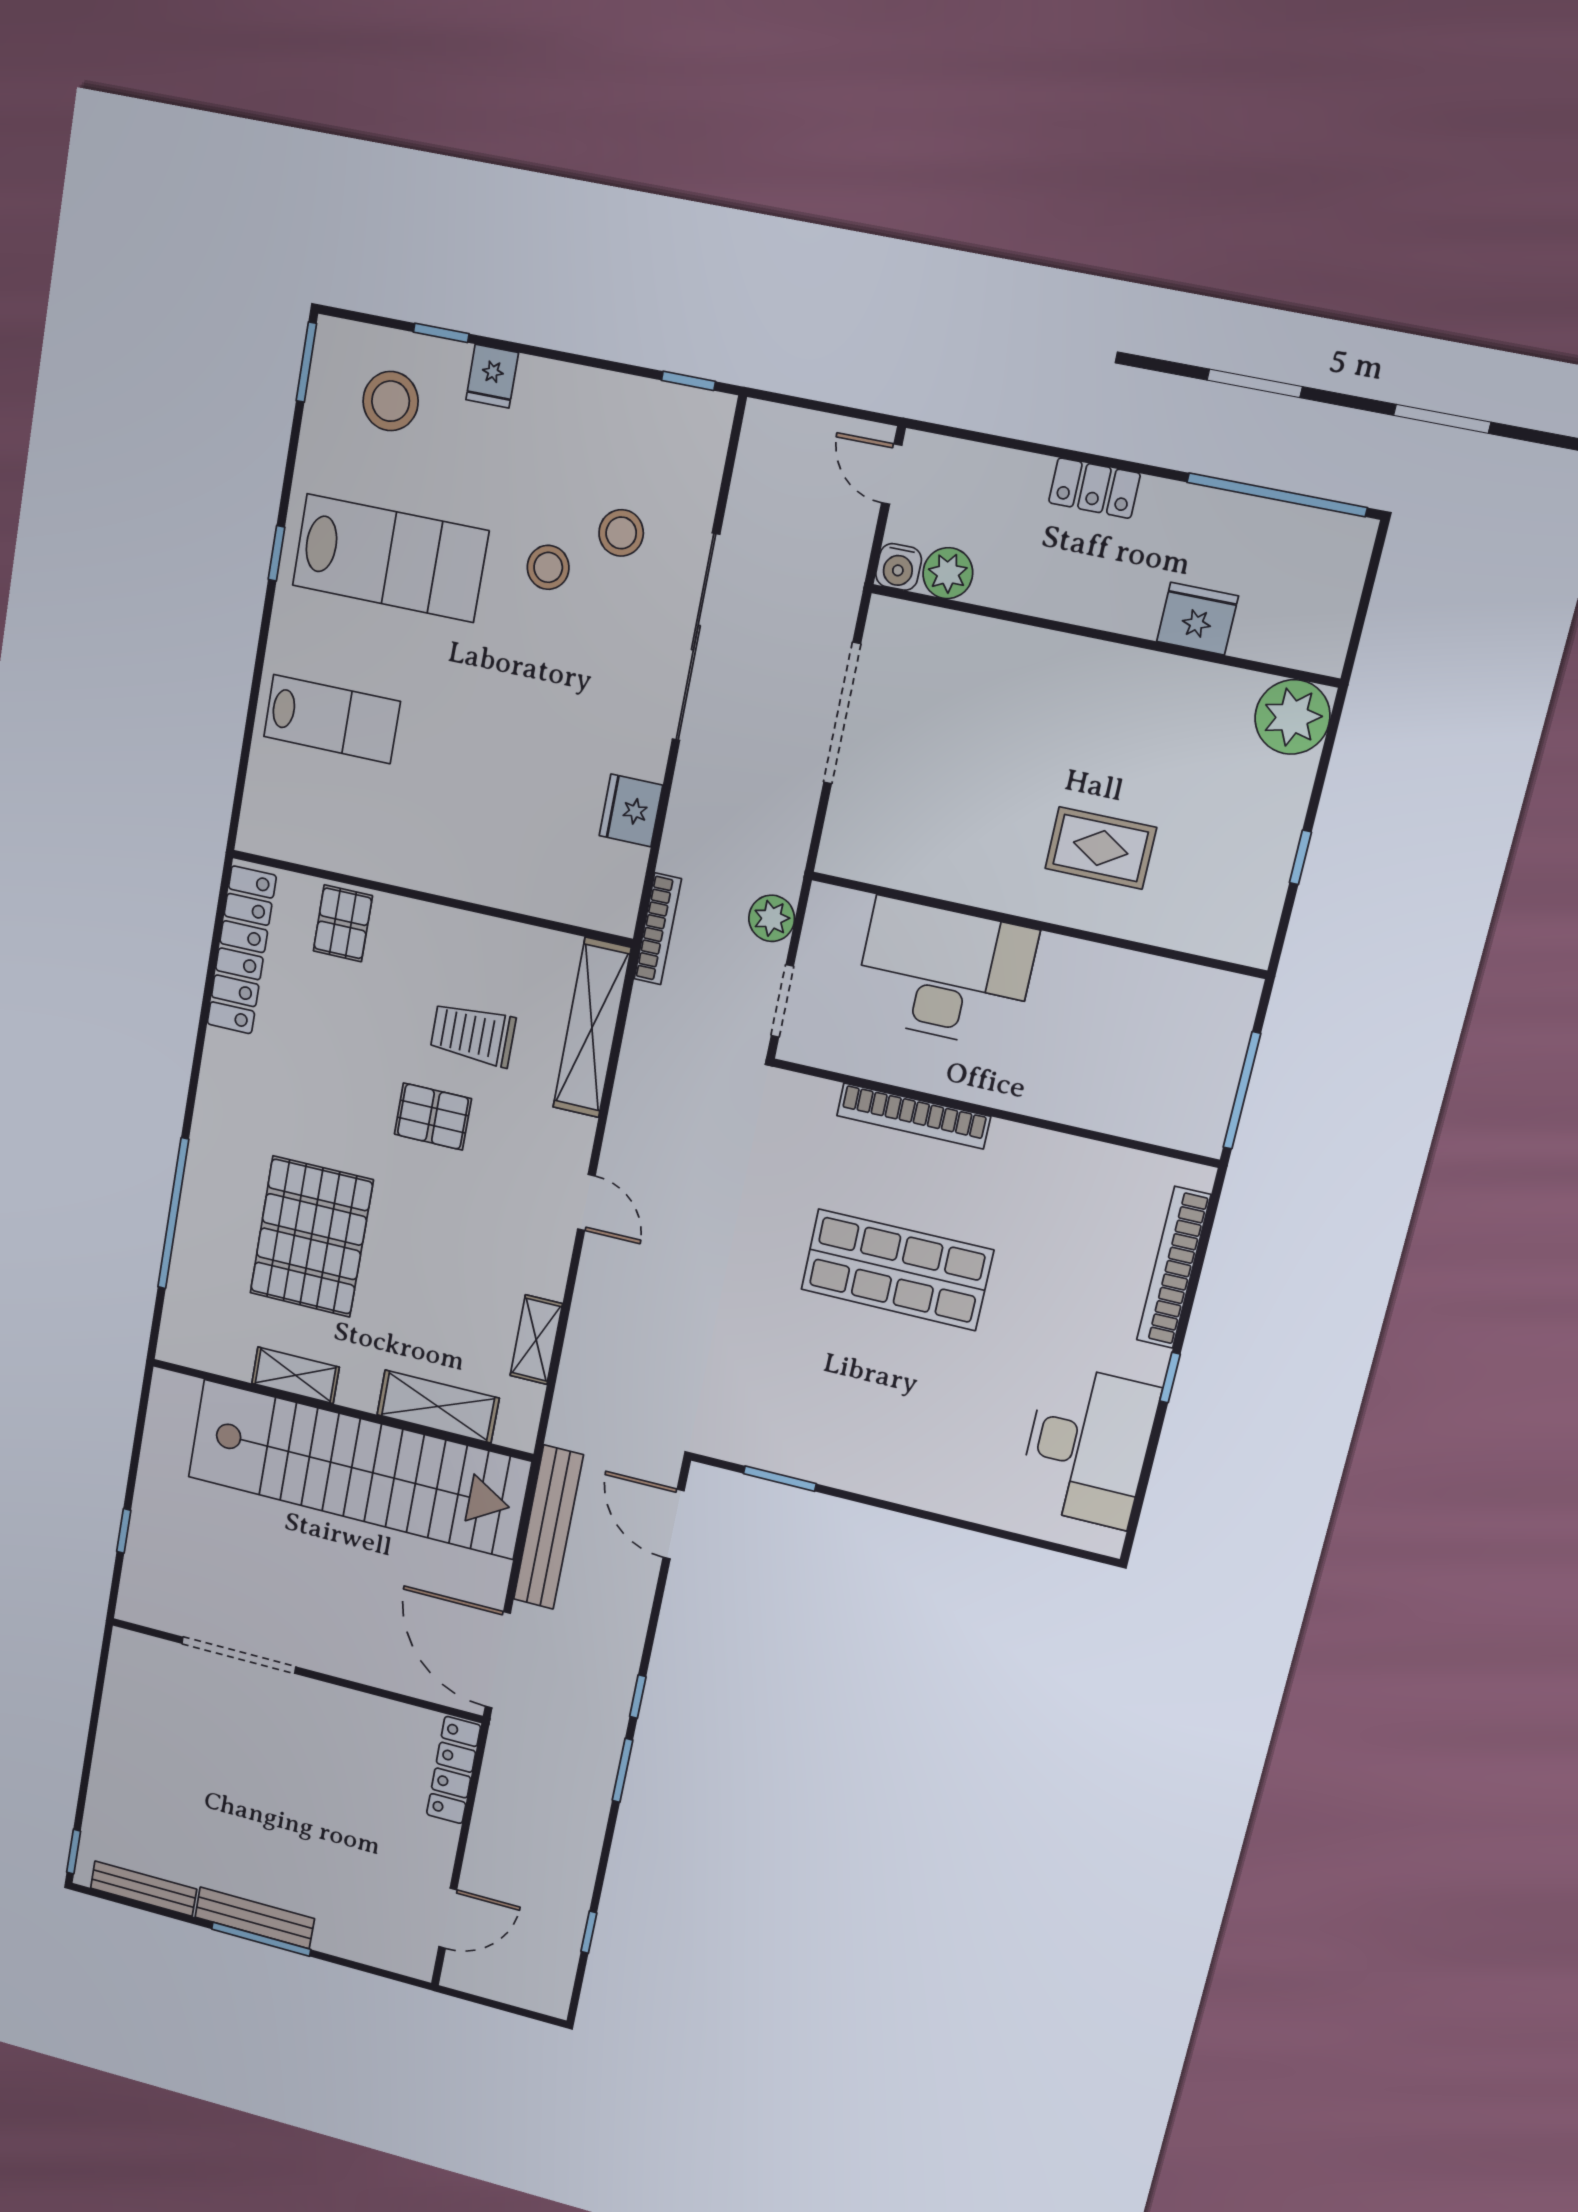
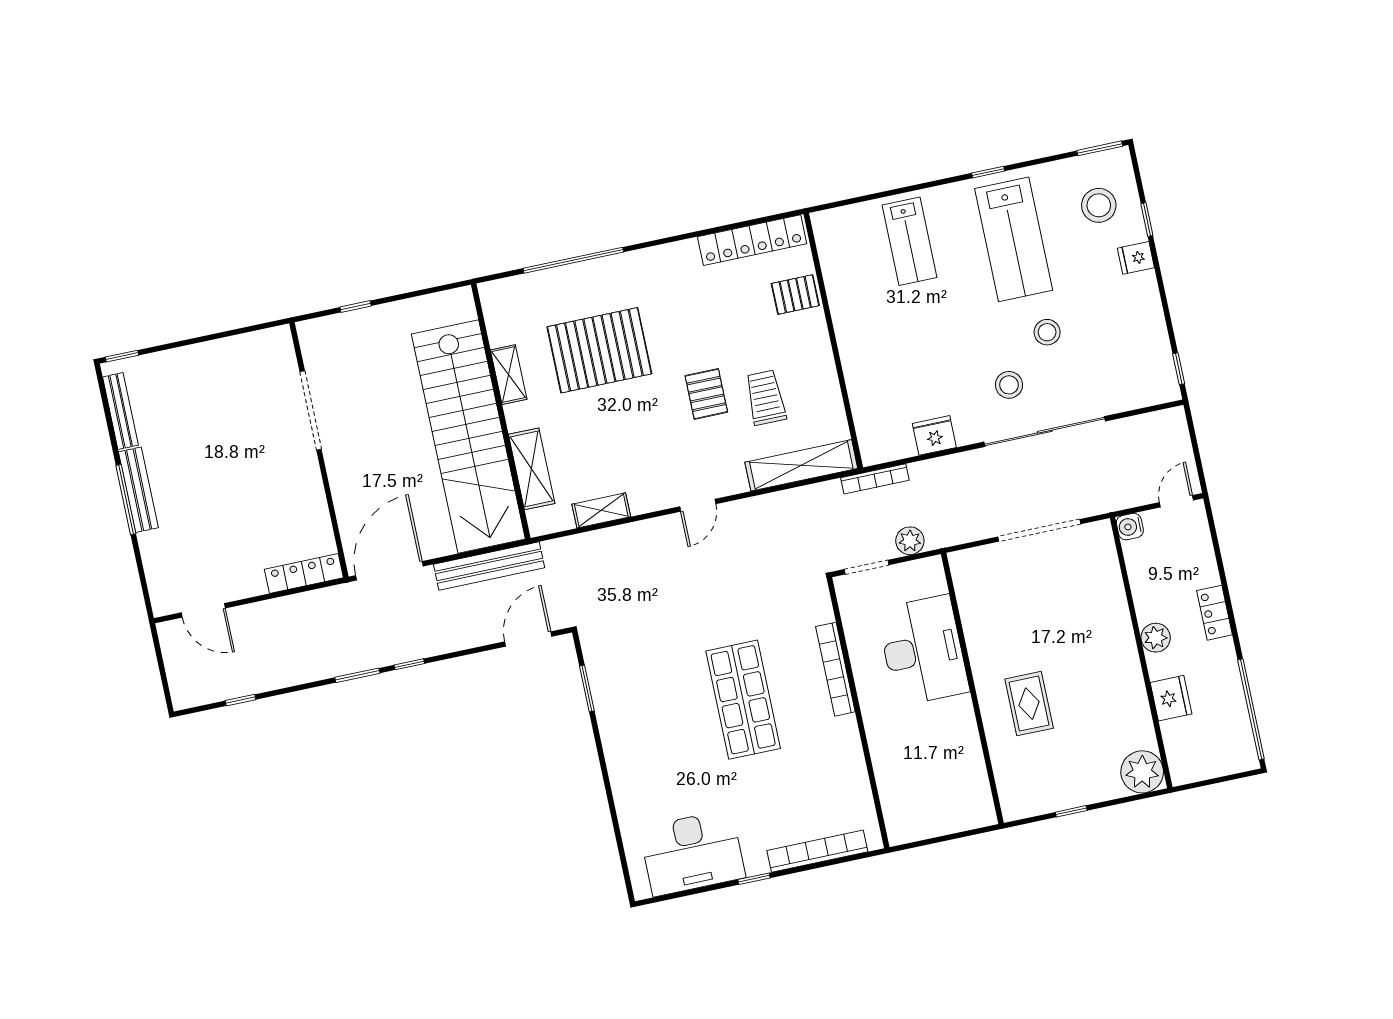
stool: (621, 533) -> (1009, 385), moved
plant: (948, 573) -> (1156, 638), moved
window: (1242, 1091) -> (933, 841), removed

